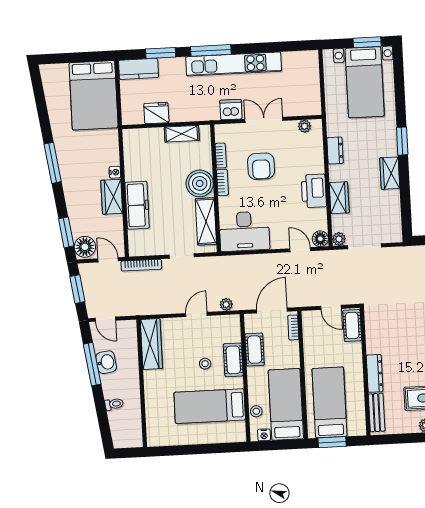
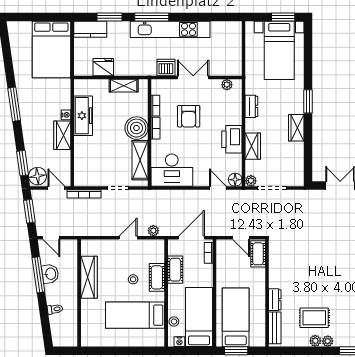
freezer: (137, 205) -> (83, 116), moved
wardrobe: (151, 344) -> (89, 277), moved
dresser: (375, 373) -> (275, 300), width x0.70

